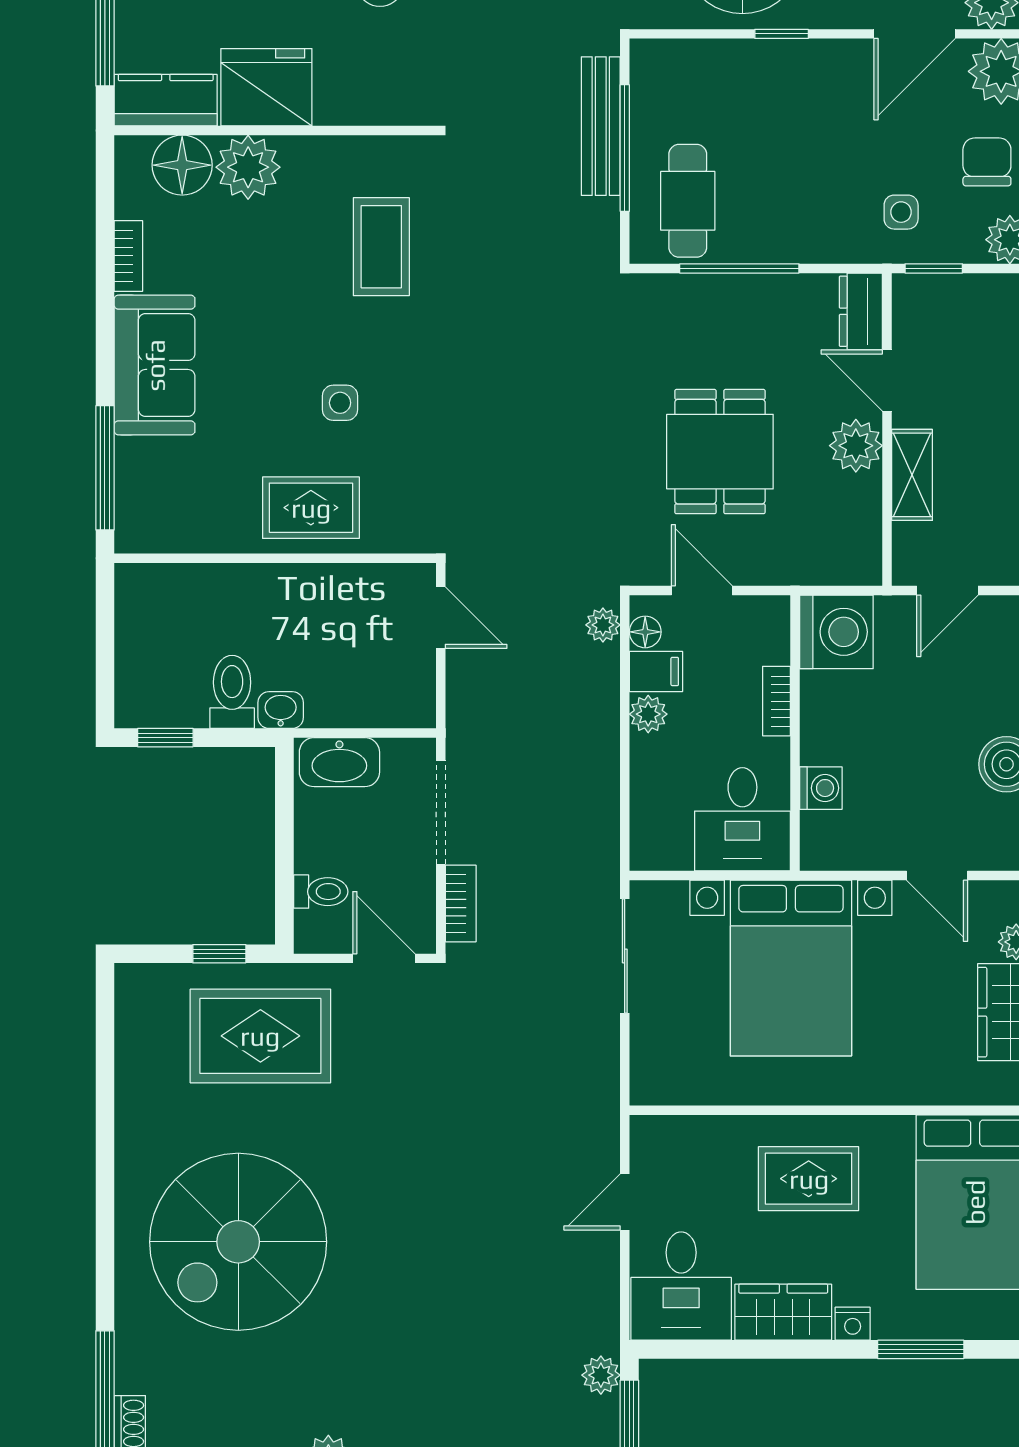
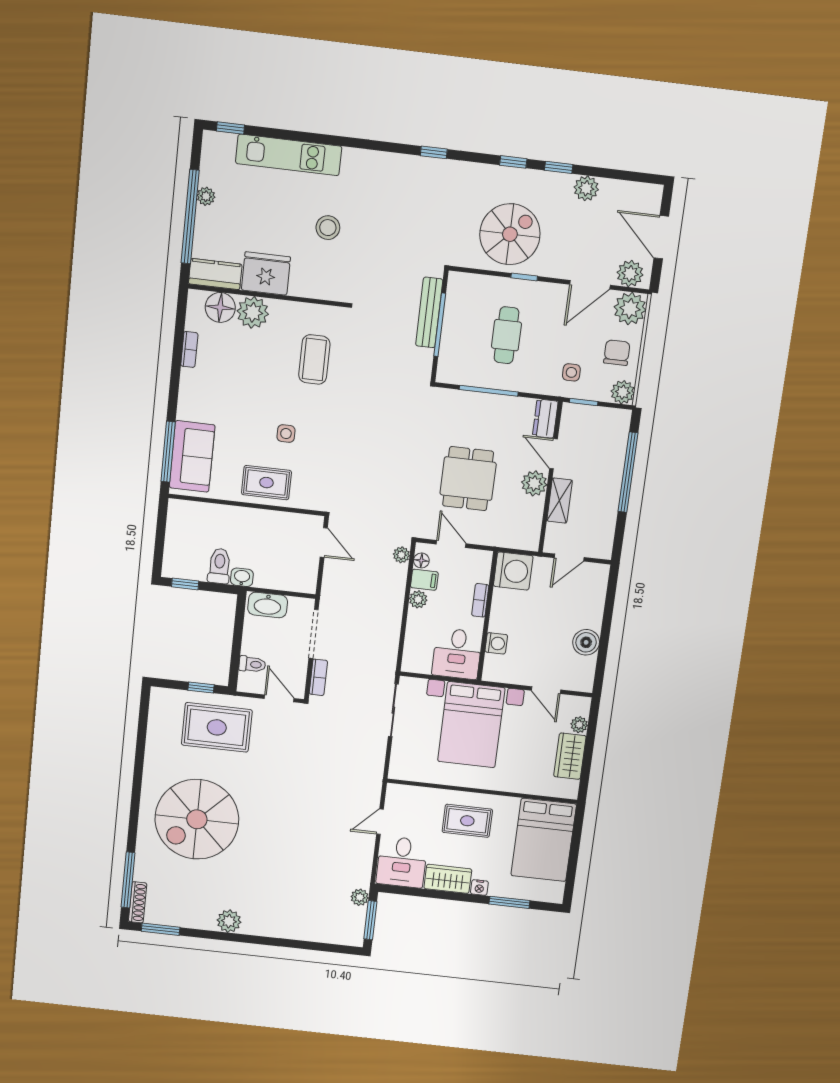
cafe table: (688, 201) -> (506, 335), moved
sofa: (155, 365) -> (192, 456), moved

